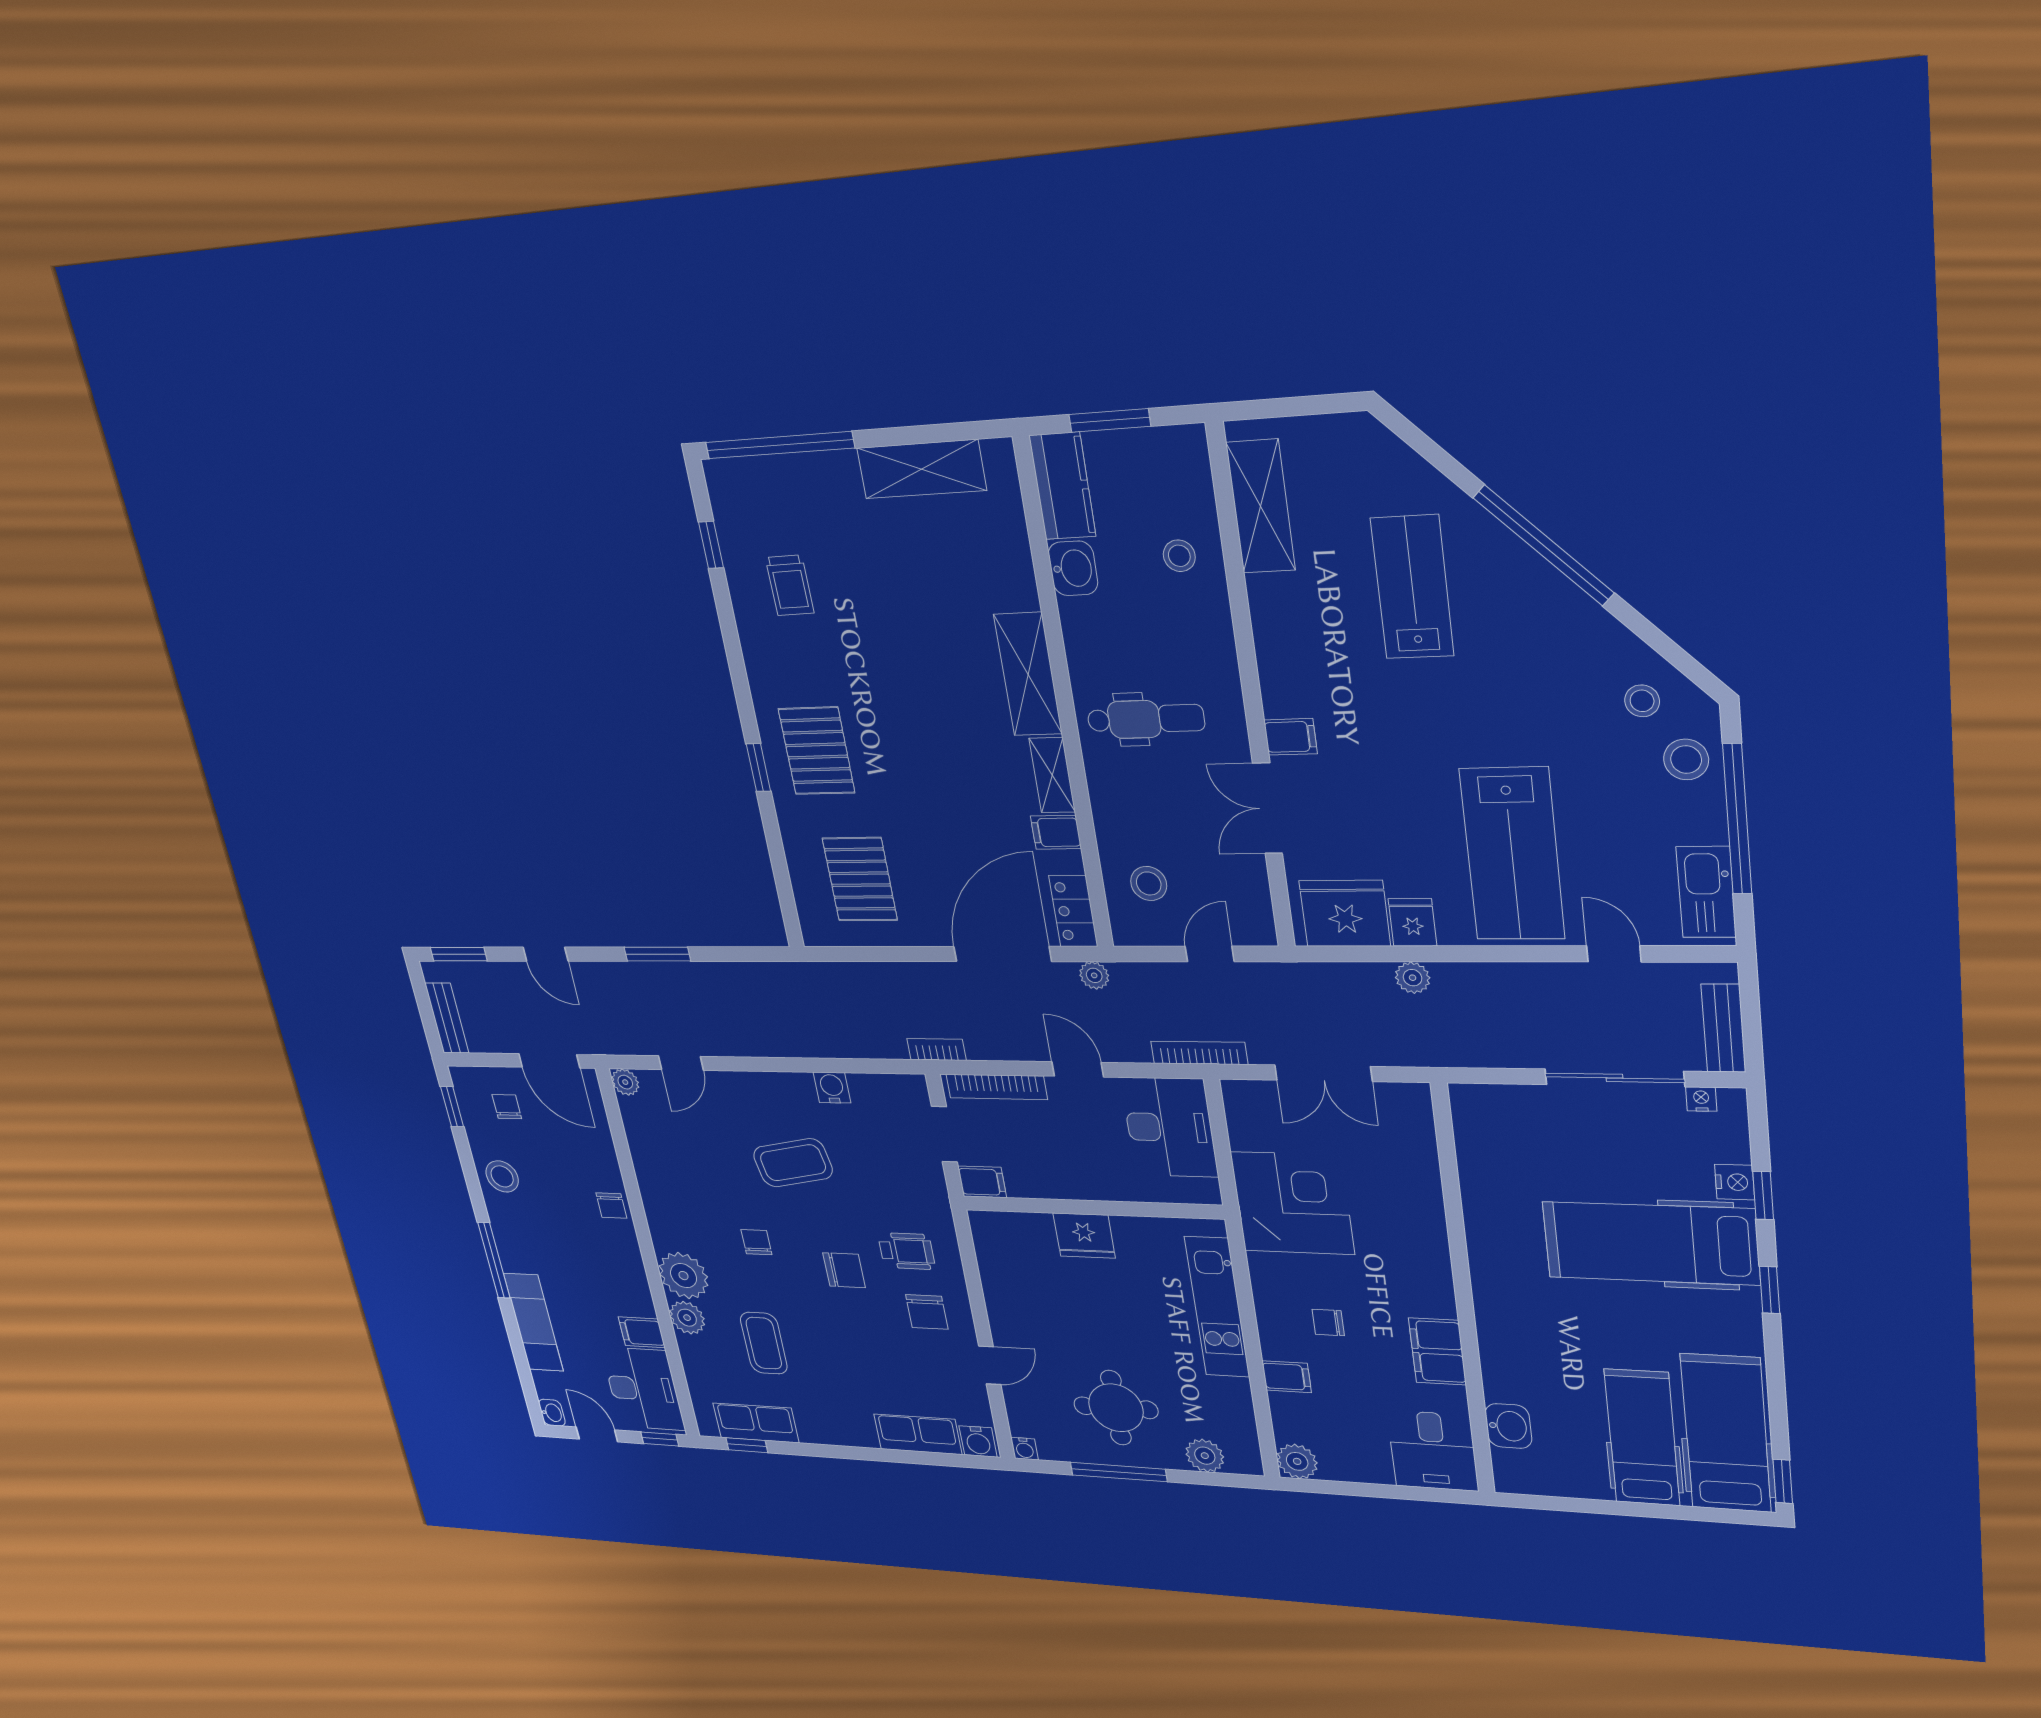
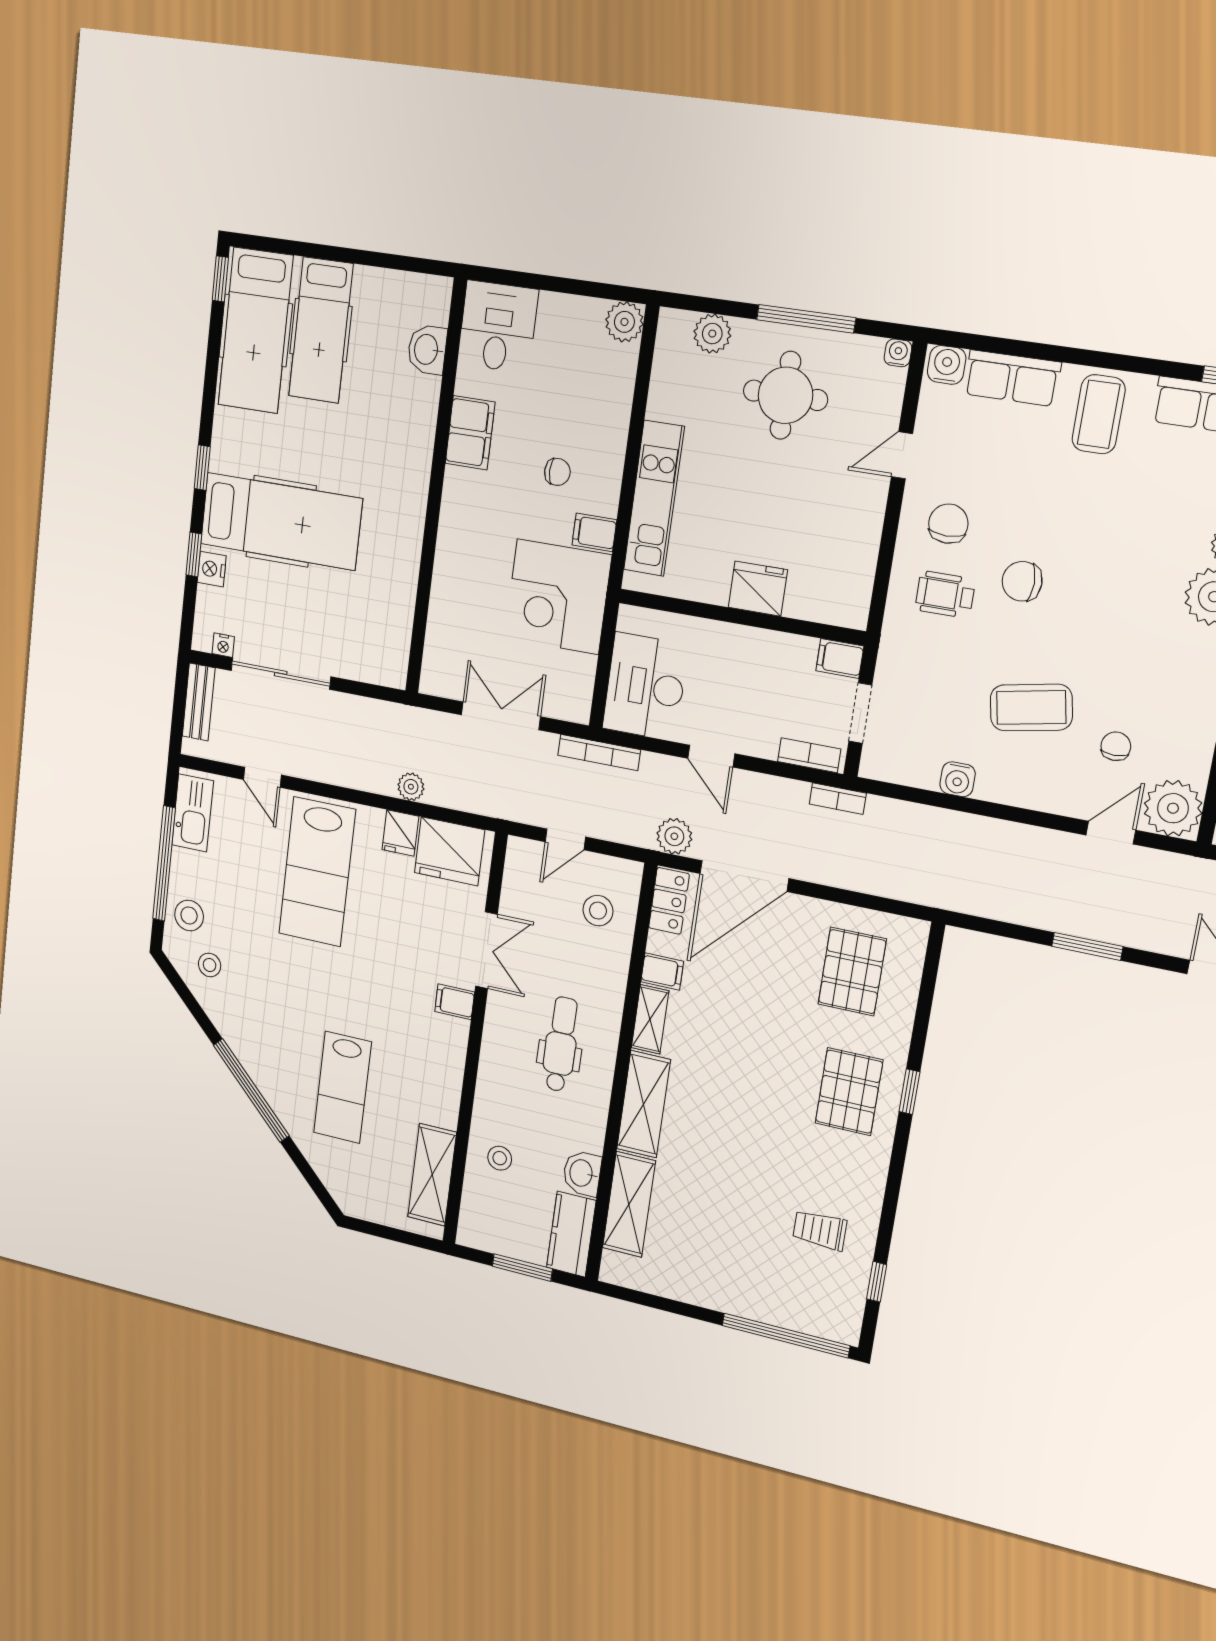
shelving: (921, 469) -> (629, 1204), moved, turned 90
trolley: (790, 585) -> (820, 1230), turned -89
dental chair: (1146, 719) -> (561, 1044), turned 90
lab bench: (1512, 854) -> (317, 872), turned 180
plant: (1094, 975) -> (674, 836), width x1.38, depth x1.38
plant: (625, 1082) -> (1173, 808), width x1.87, depth x1.87
bookcase: (997, 1087) -> (809, 755), width x0.64
chair: (756, 1242) -> (1116, 746), moved, turned 180
coffee table: (764, 1343) -> (1099, 414), moved
filing cabinet: (1287, 1377) -> (594, 532), moved

